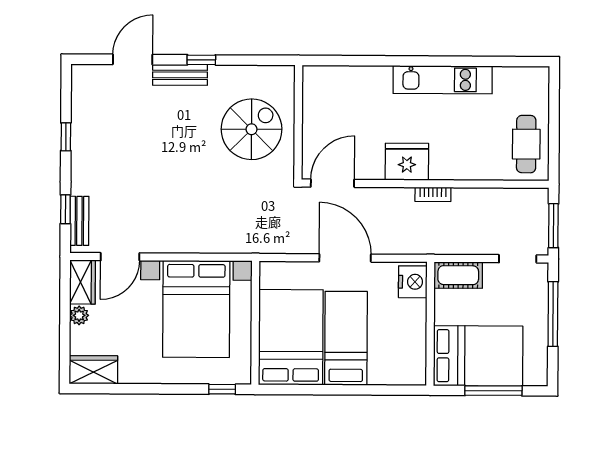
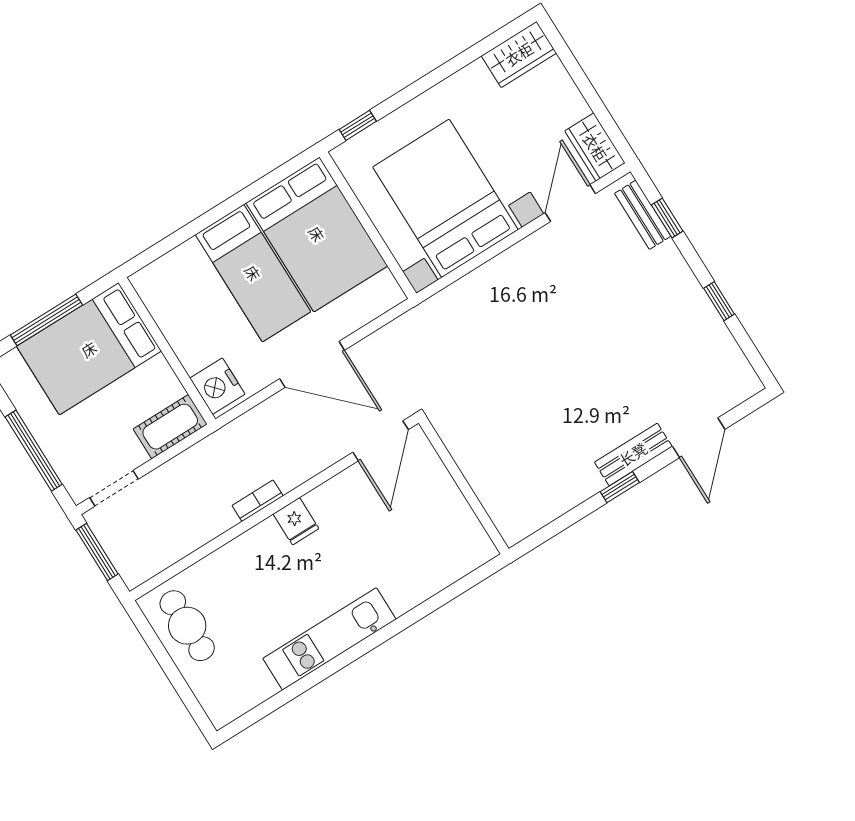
spiral stairs: (252, 129) -> (512, 444), removed
fridge: (407, 162) -> (296, 521), width x0.53, depth x0.75
plant: (79, 315) -> (575, 106), removed

